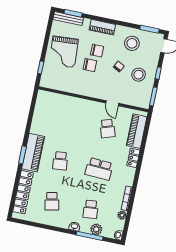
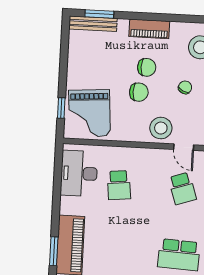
grand piano: (64, 52) -> (90, 113), moved
stool: (100, 89) -> (161, 128), added
desk: (45, 109) -> (79, 173), added
school desk: (60, 161) -> (119, 185), moved

